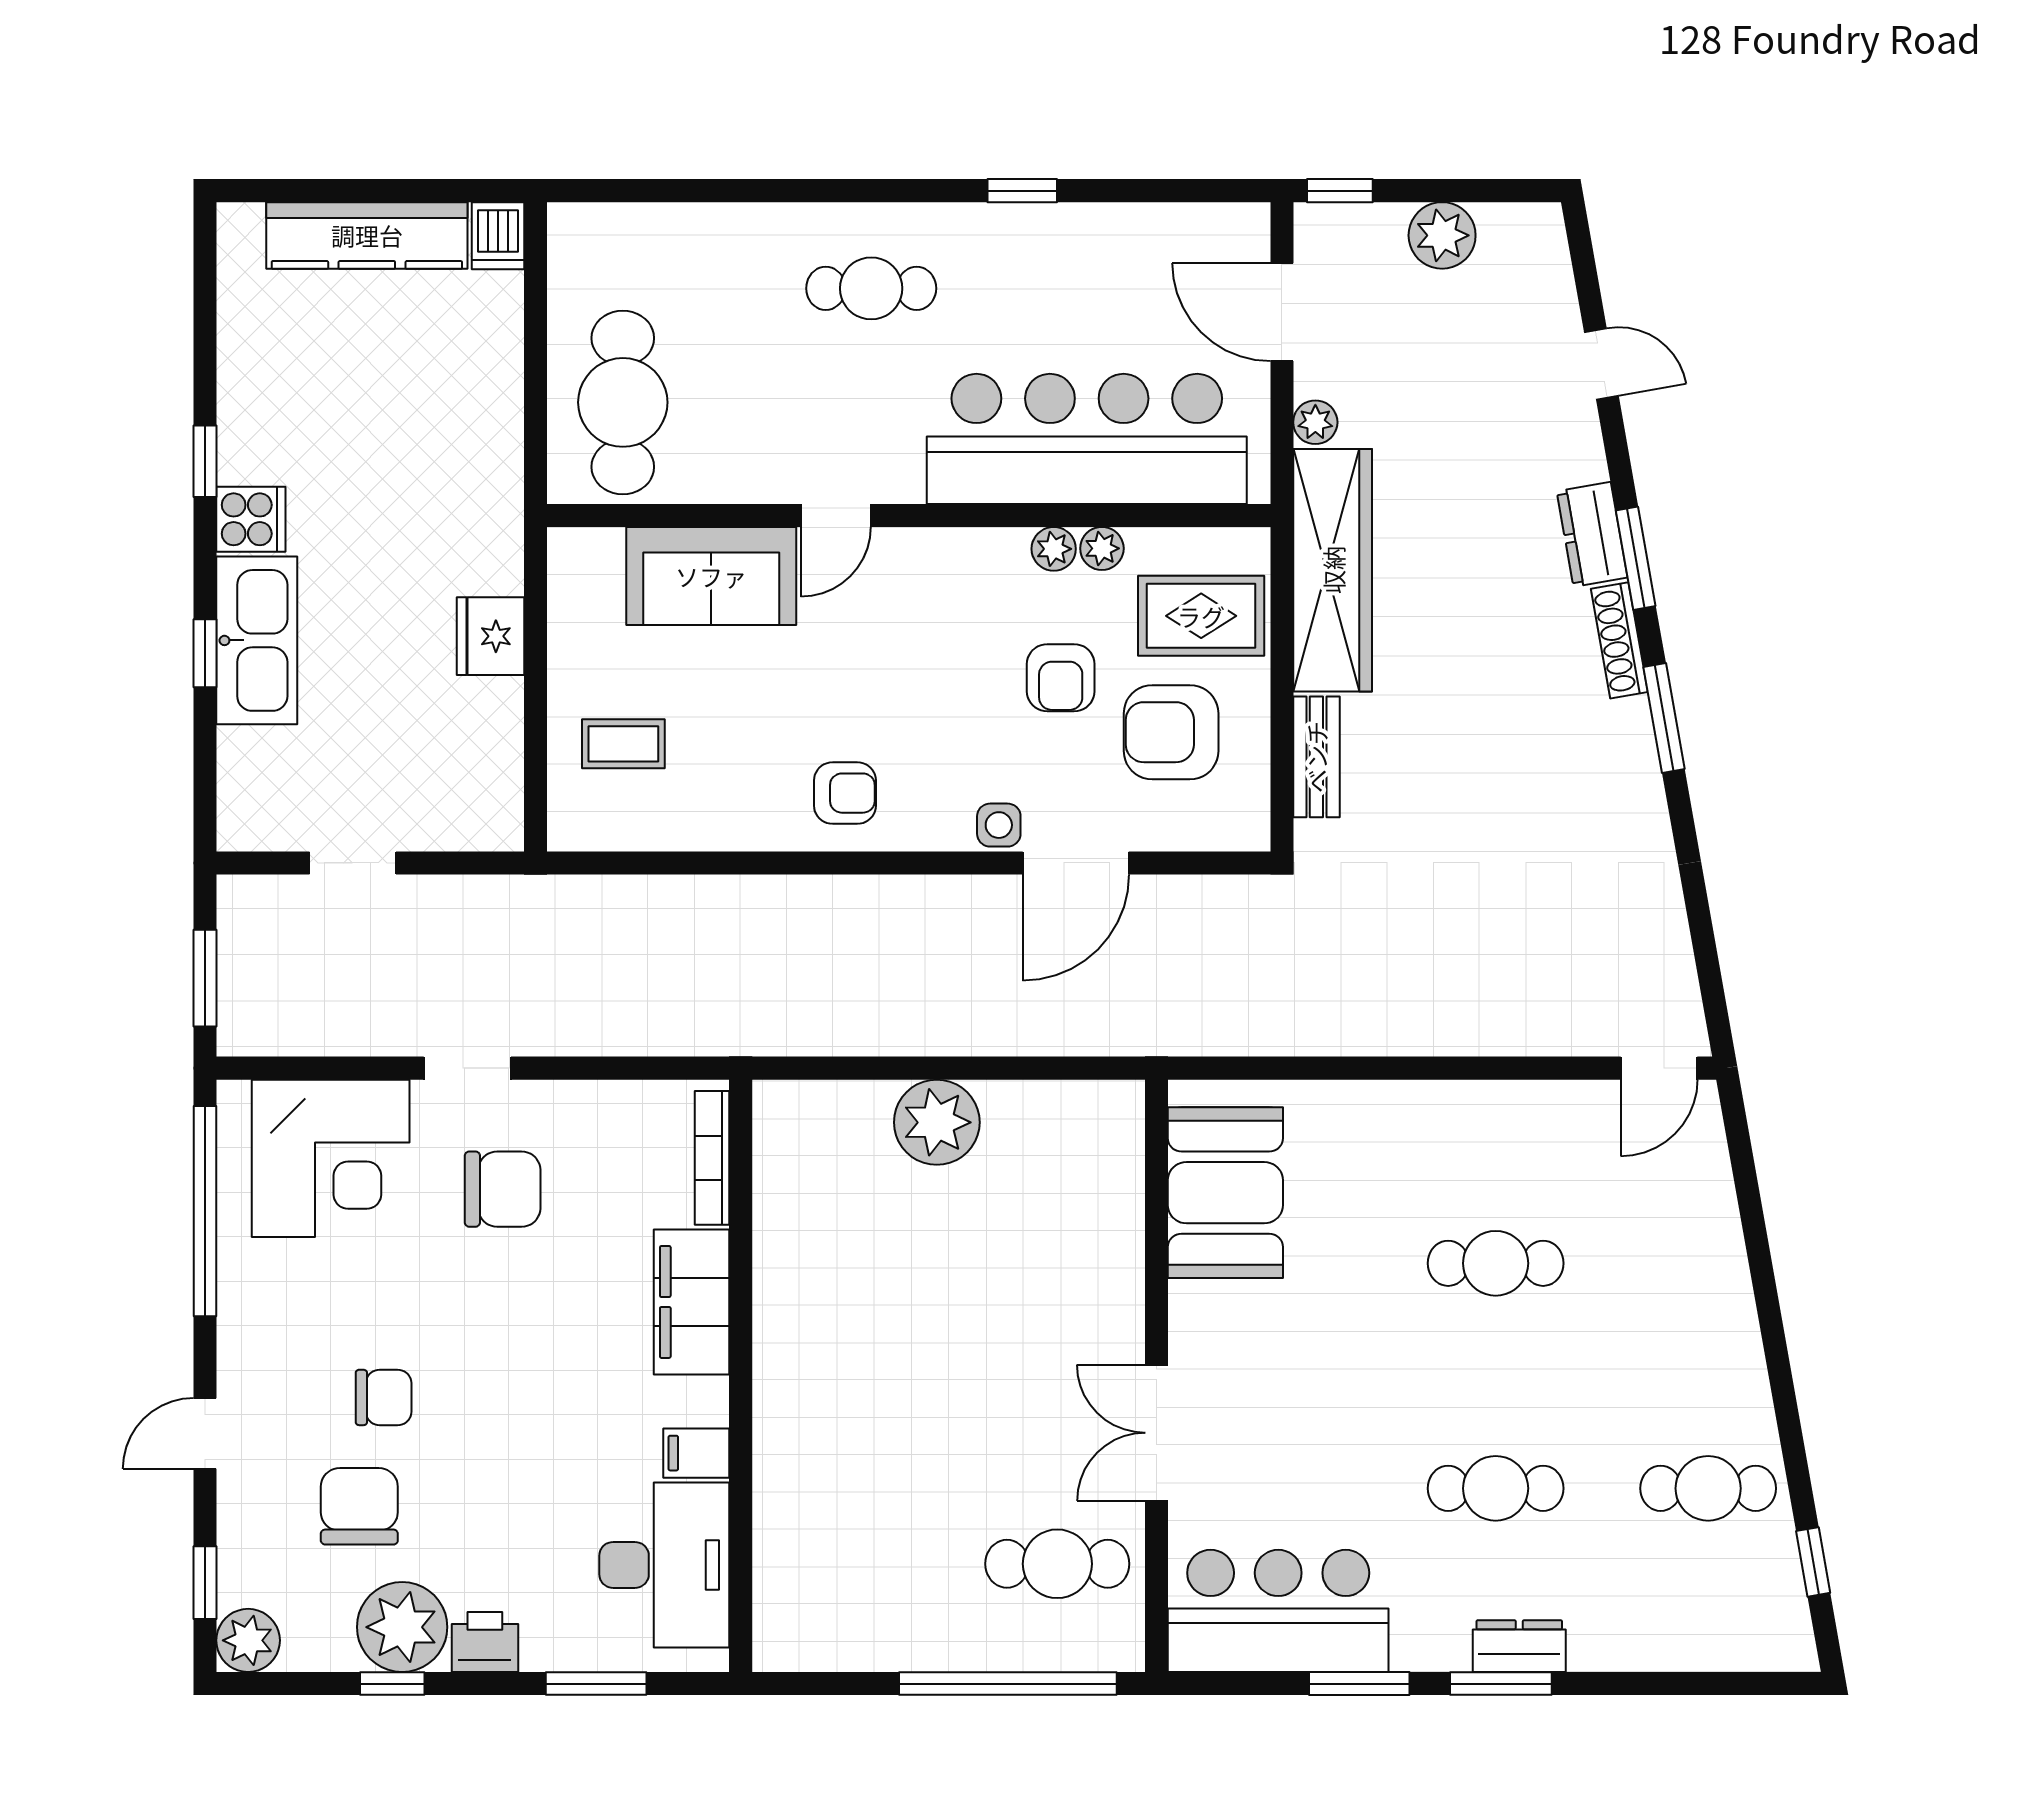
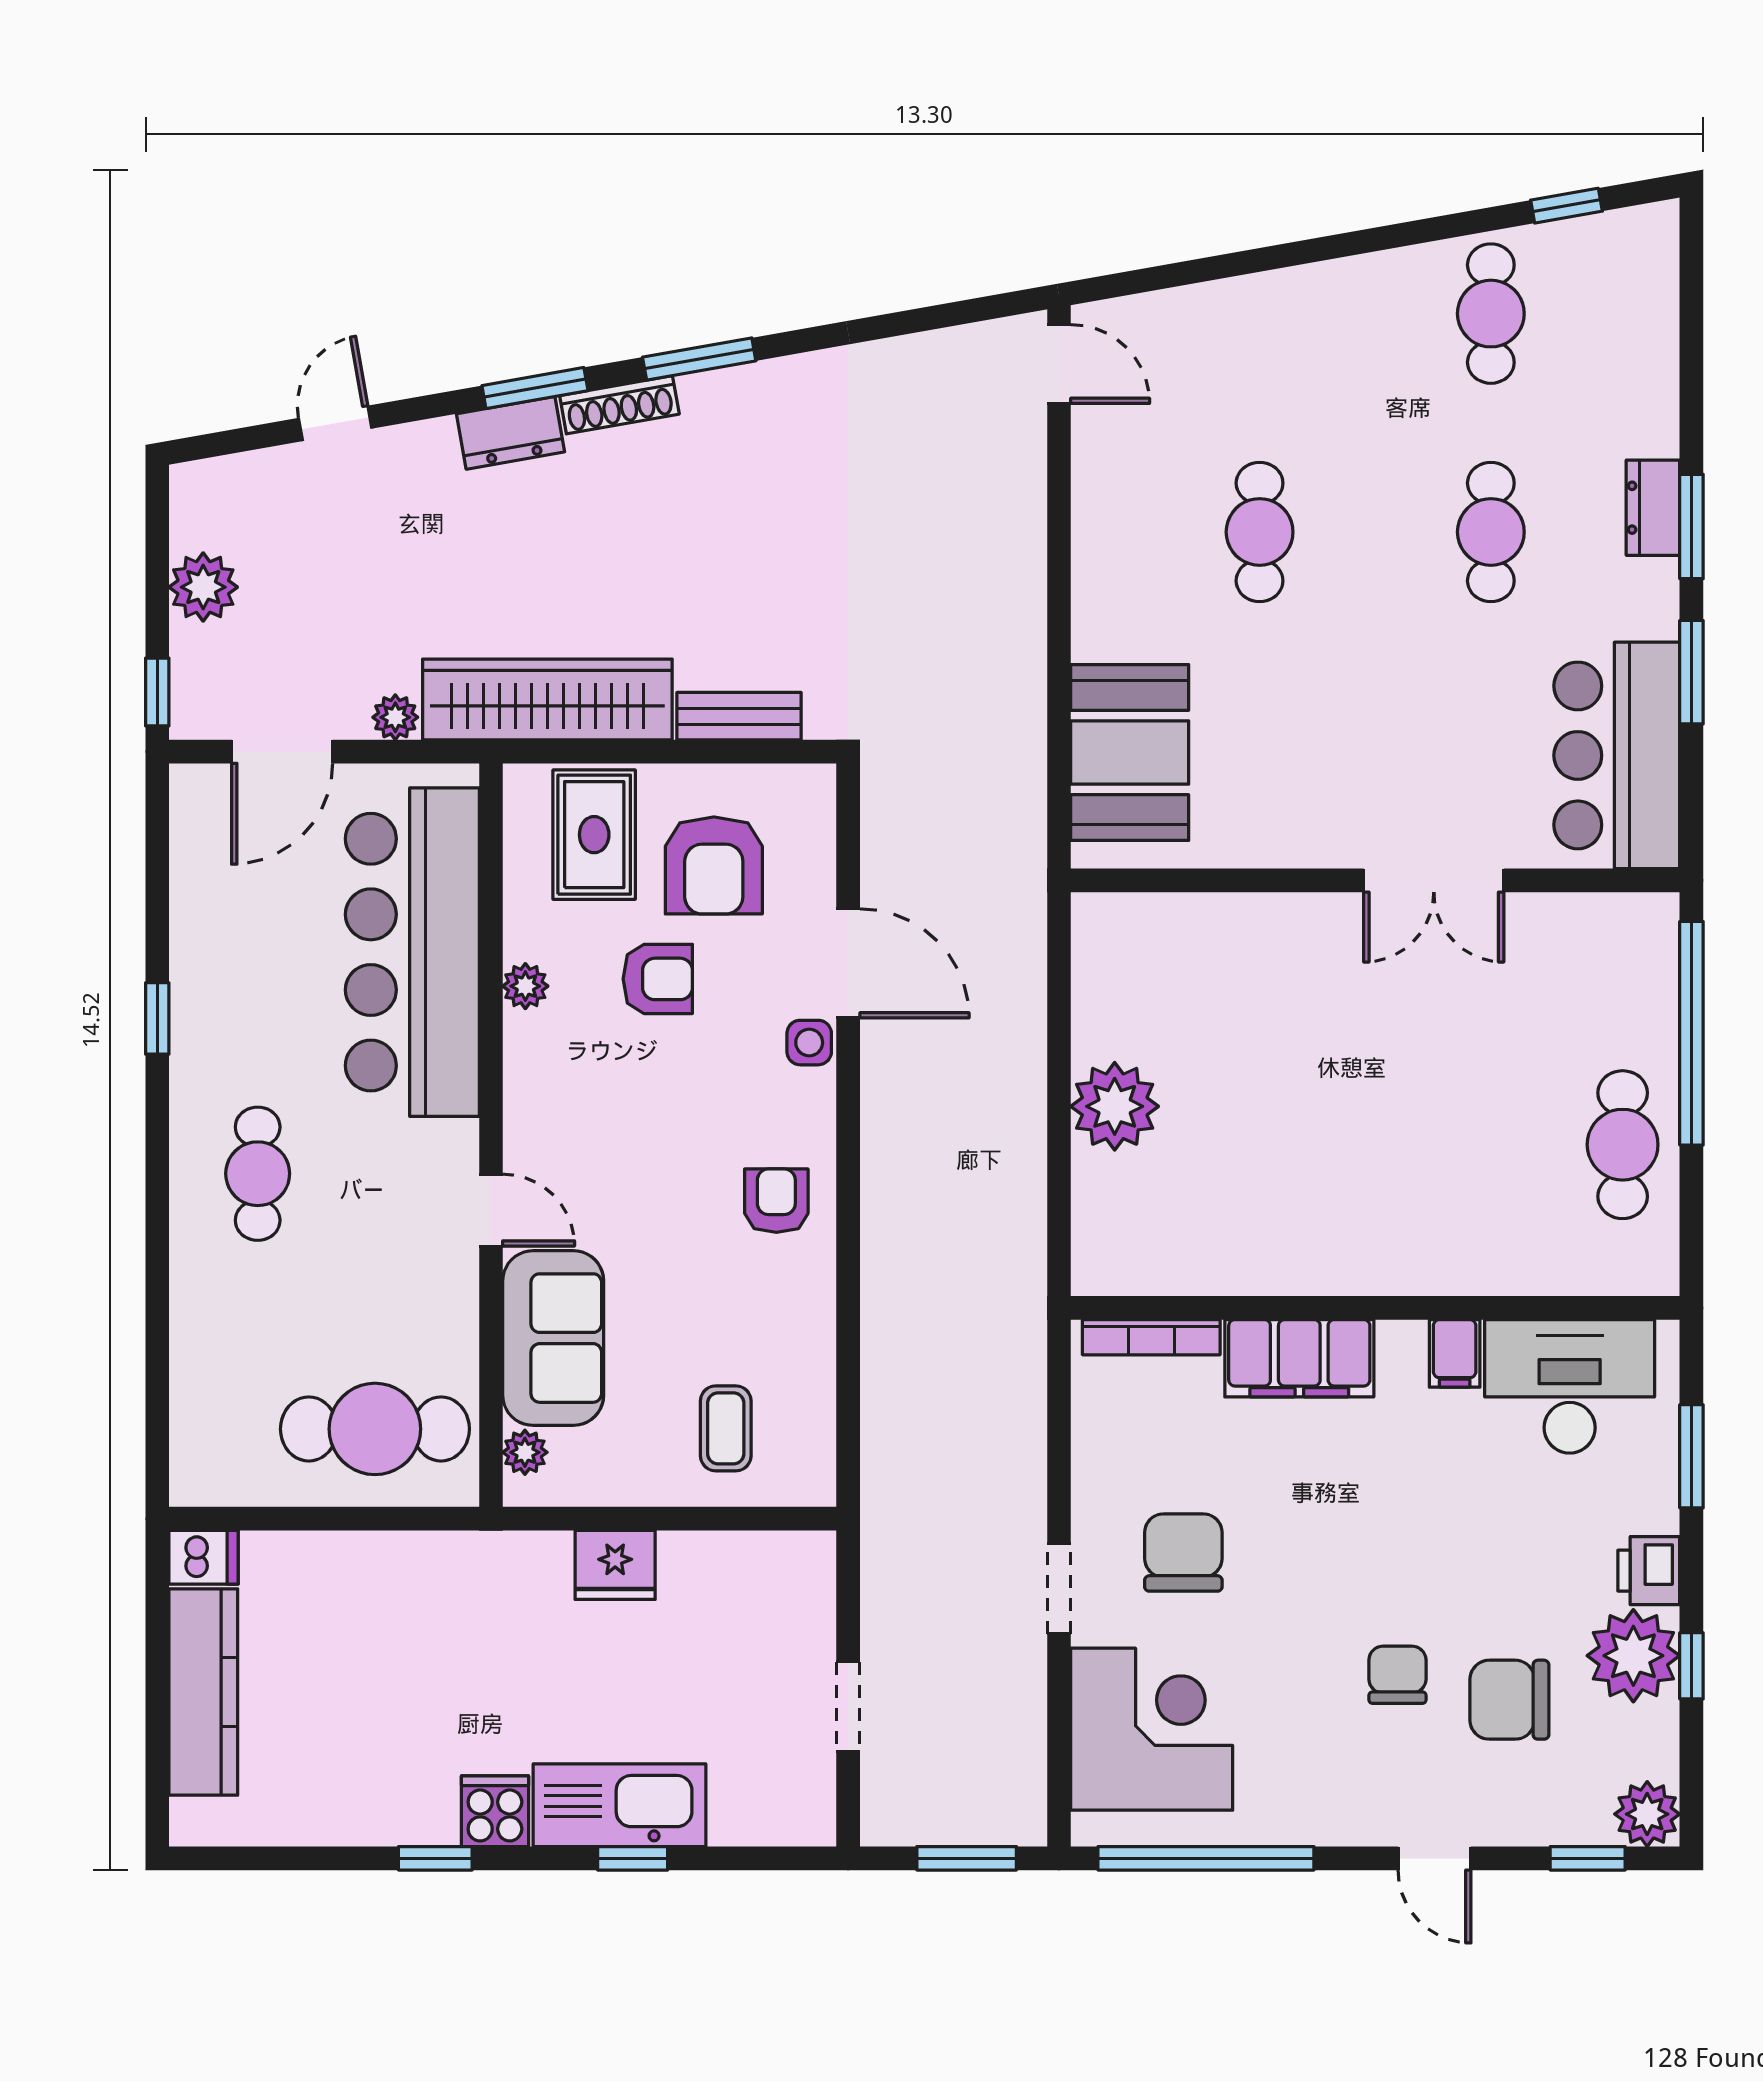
plant: (1102, 548) -> (525, 1452), moved
booth: (1225, 1193) -> (1130, 752), moved, turned 90
cafe table: (1057, 1564) -> (1623, 1145), moved

